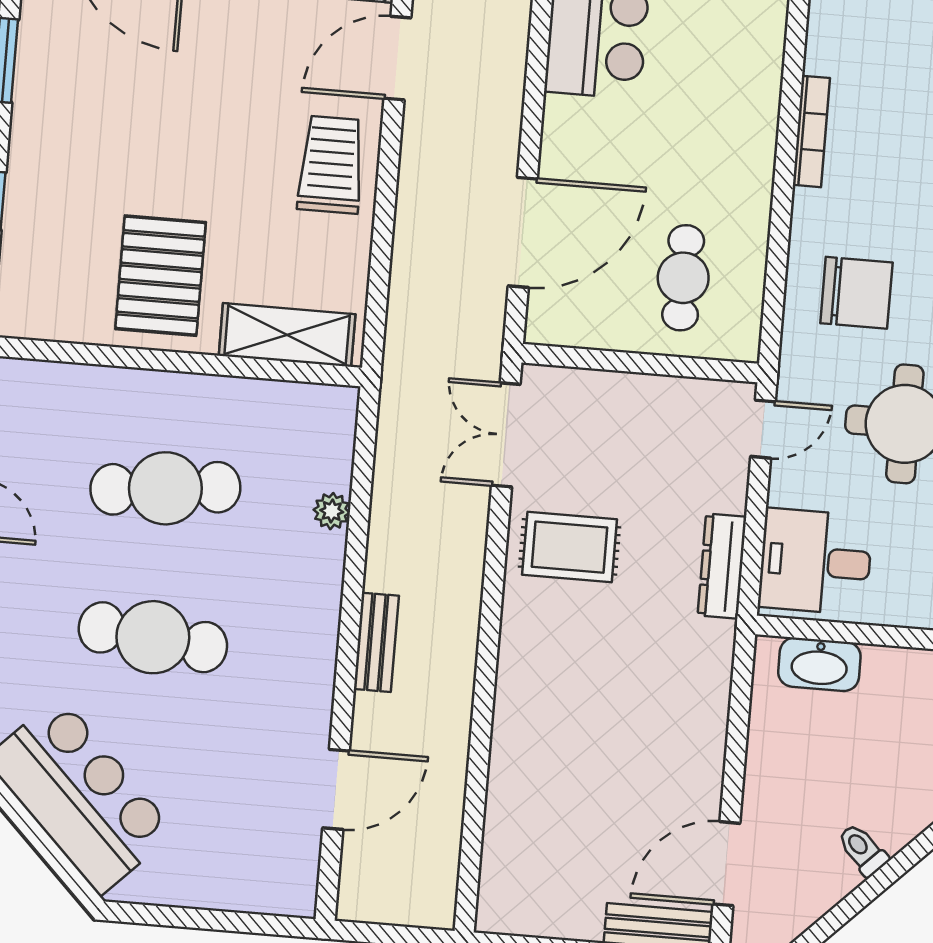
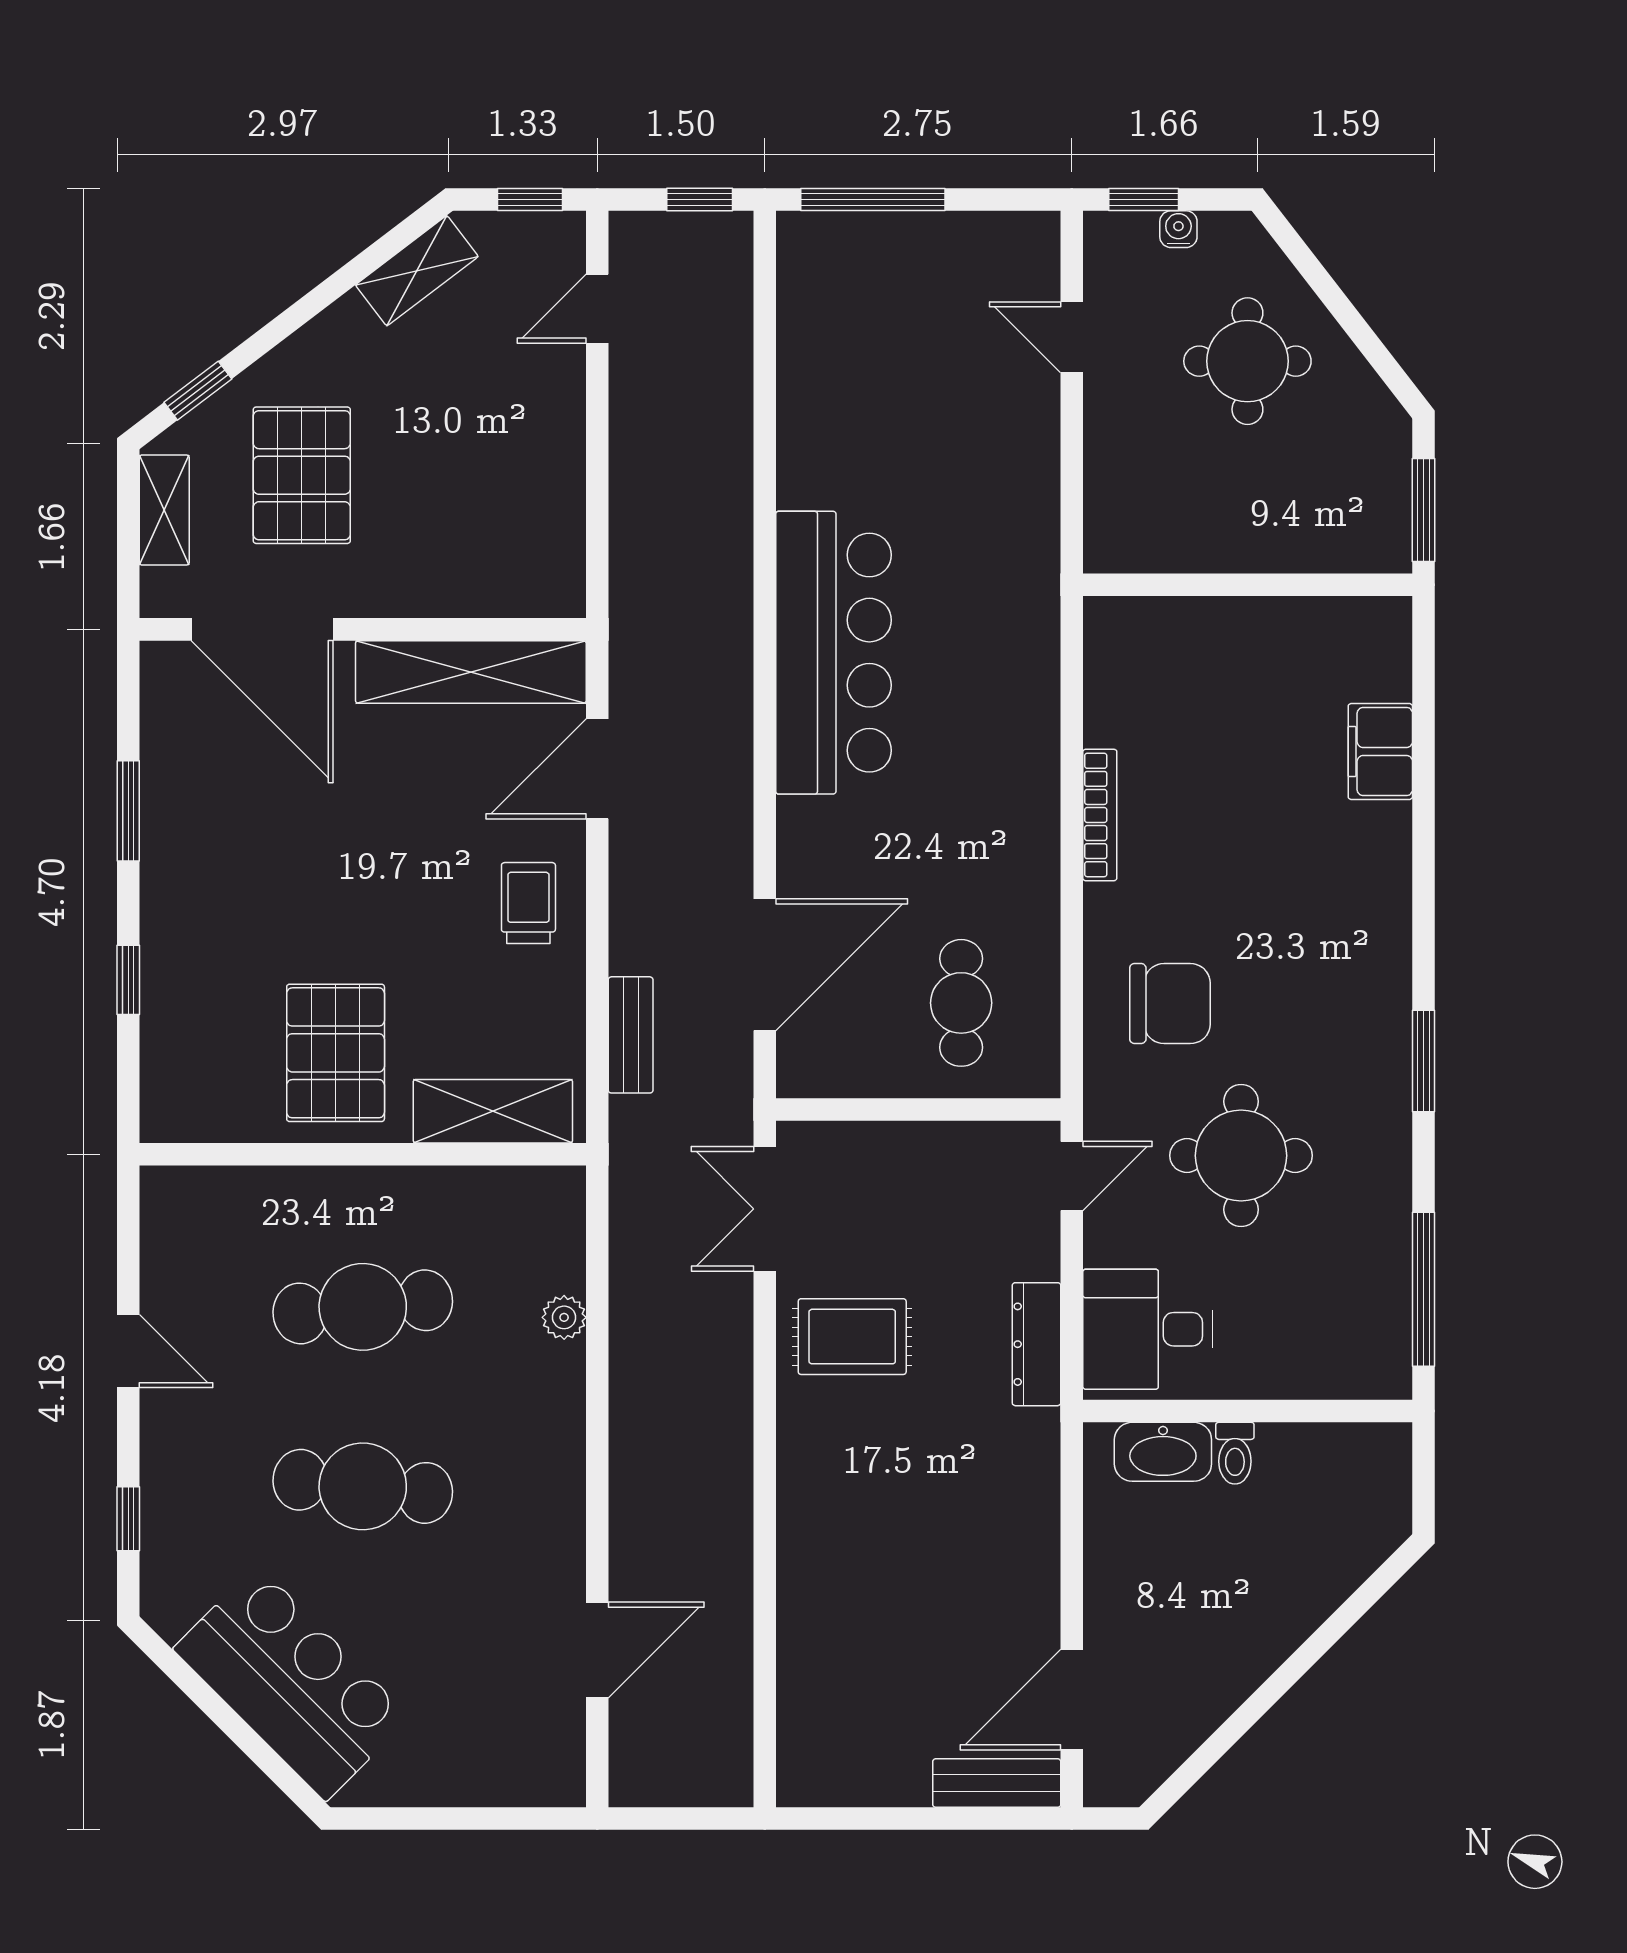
trolley: (331, 165) -> (528, 903), width x0.73, depth x0.72
bench: (376, 642) -> (631, 1035), moved
toilet: (863, 850) -> (1235, 1453), moved, turned -135

